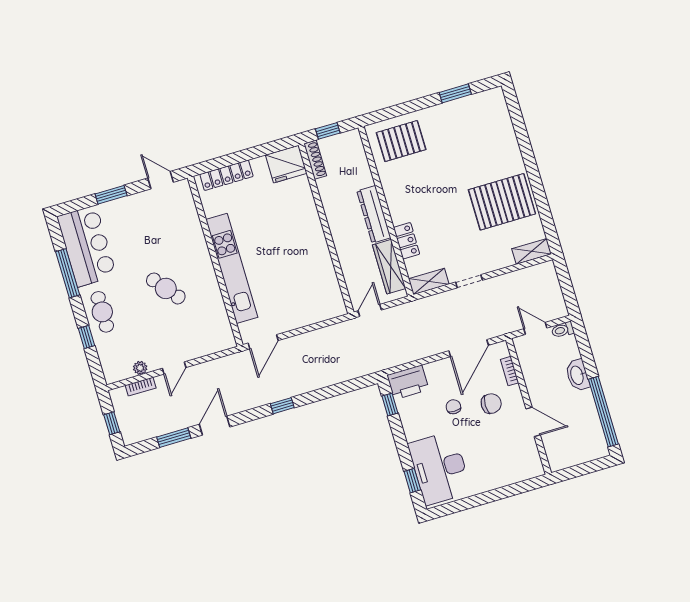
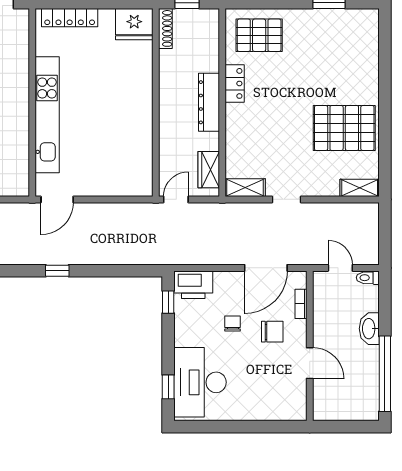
locker: (407, 241) -> (235, 83), moved
wardrobe: (389, 267) -> (209, 170), width x0.67

